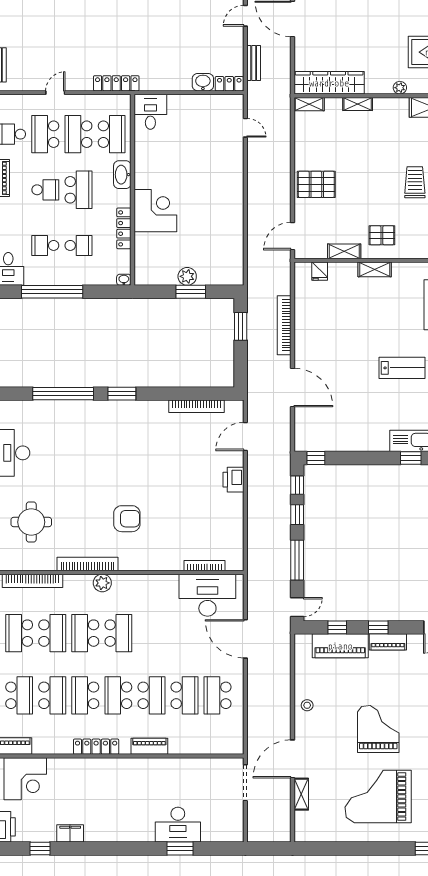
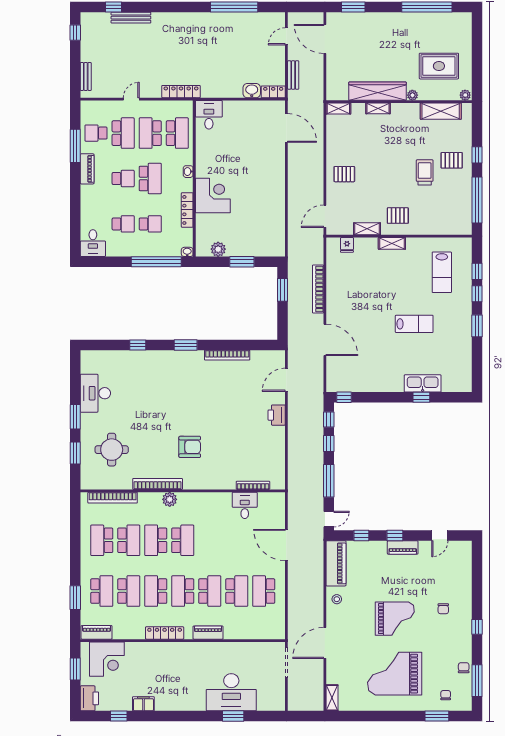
wardrobe: (329, 83) -> (378, 91), moved
door: (245, 128) -> (286, 128), width x1.88
school desk: (45, 134) -> (123, 133), turned 180
washbasin: (122, 175) -> (188, 172), width x0.52, depth x0.69
pallet: (316, 184) -> (344, 174), width x0.67, depth x0.71
school desk: (45, 245) -> (123, 224), turned 180
plant: (187, 276) -> (218, 249), moved
window: (52, 292) -> (156, 262), moved
window: (63, 394) -> (138, 345), width x0.32
bookcase: (197, 406) -> (227, 355), moved
desk: (207, 595) -> (245, 505), width x0.53, depth x0.77
piano: (340, 646) -> (336, 563), moved, turned -90
grand piano: (378, 729) -> (395, 619), turned 90
shelving: (301, 794) -> (332, 698), moved
desk: (178, 825) -> (231, 692), width x1.36, depth x1.30

